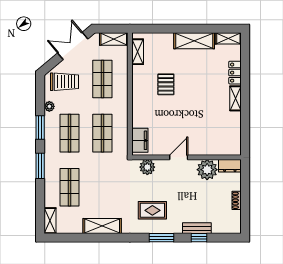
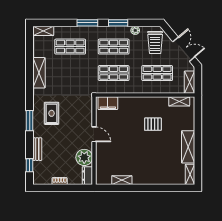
locker: (235, 73) -> (162, 180), removed
shelving: (235, 98) -> (122, 180), moved
plant: (147, 167) -> (86, 109), removed
window: (199, 238) -> (30, 165), moved

